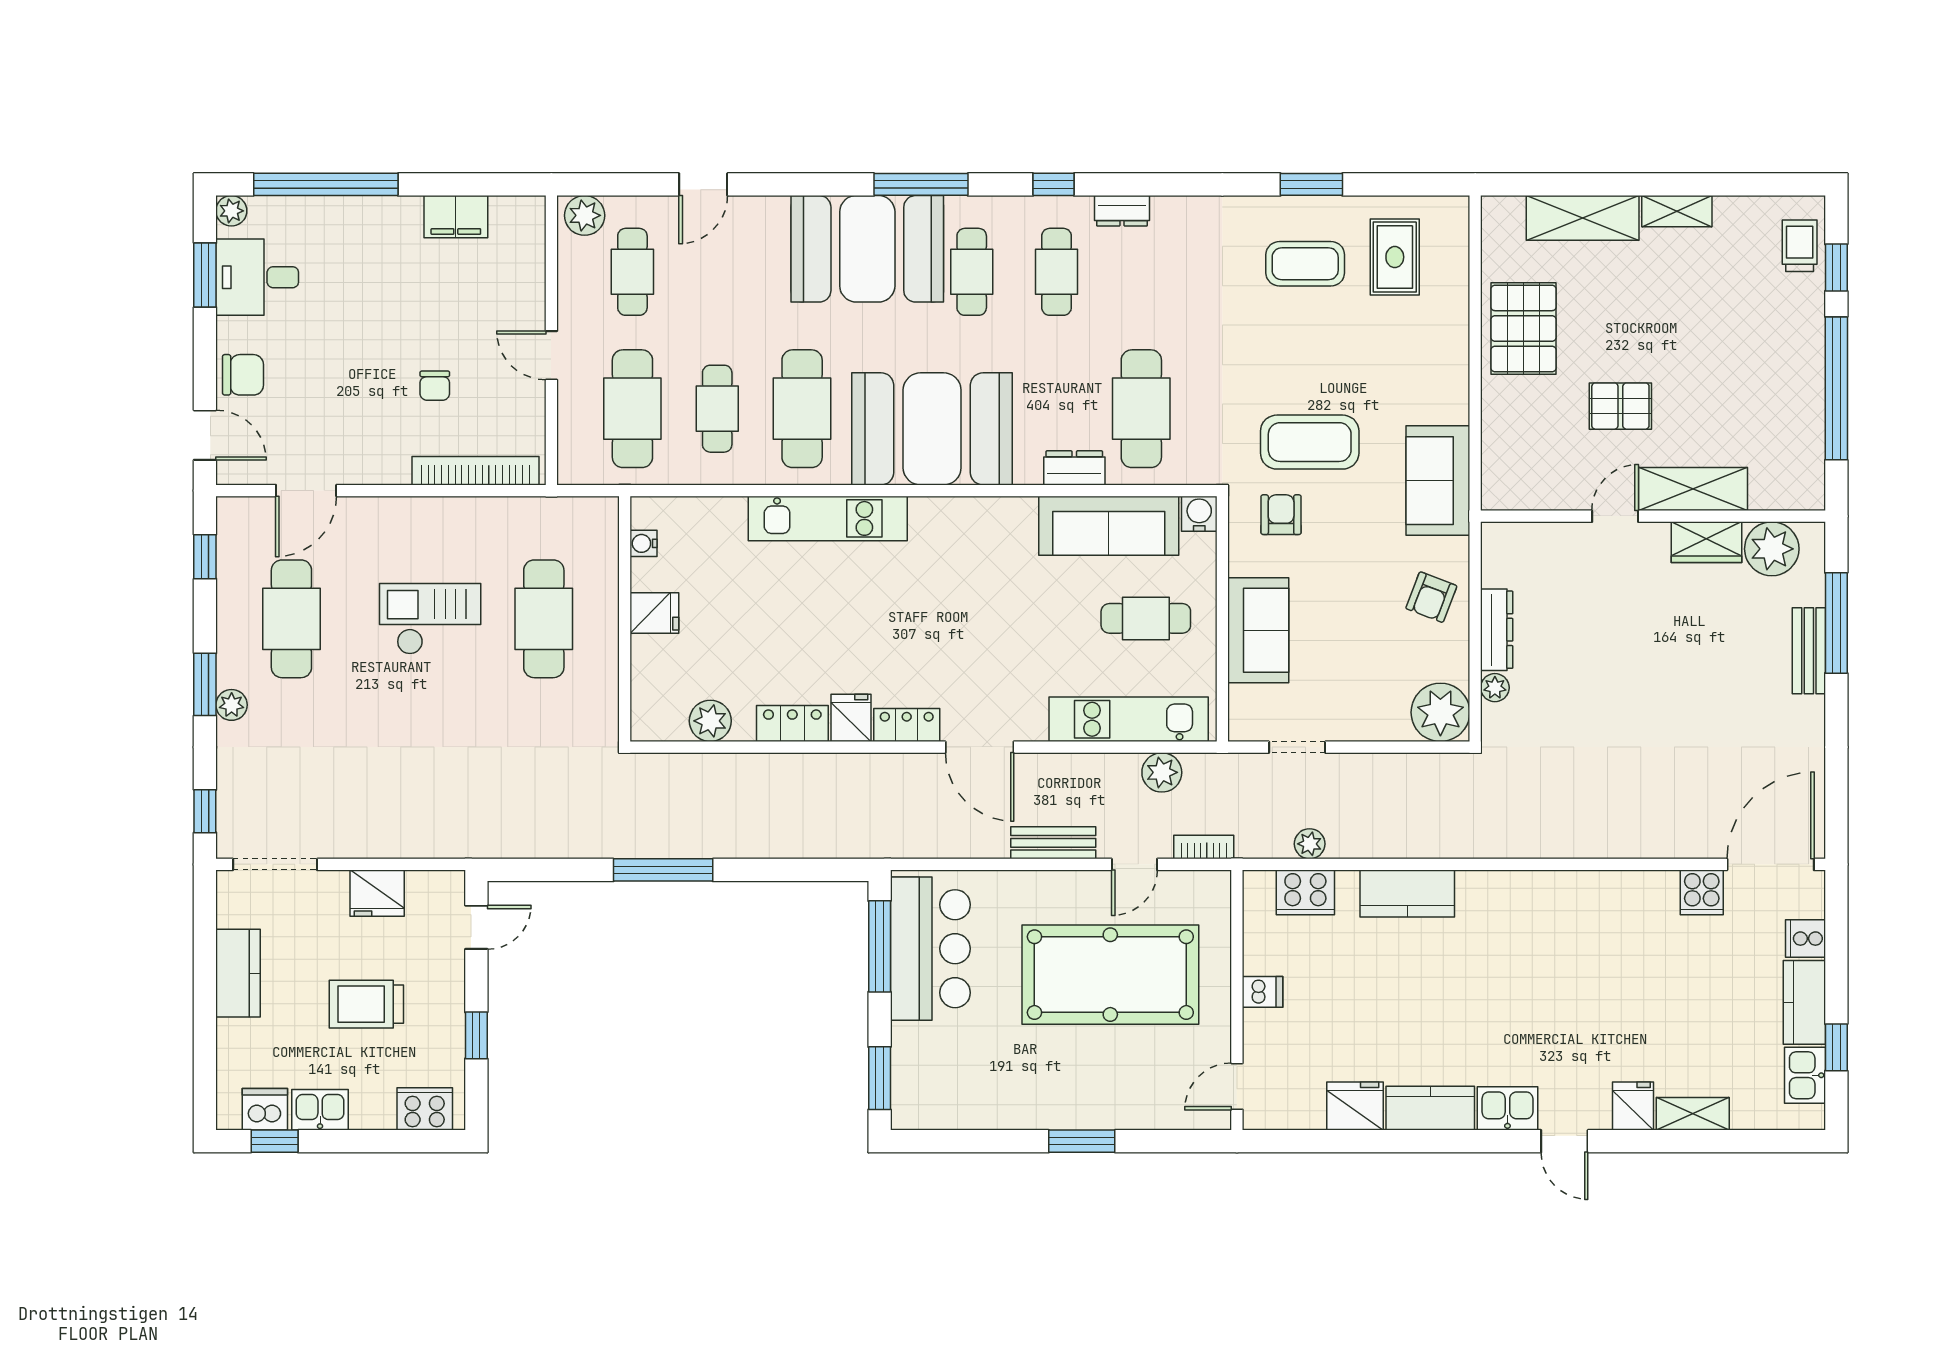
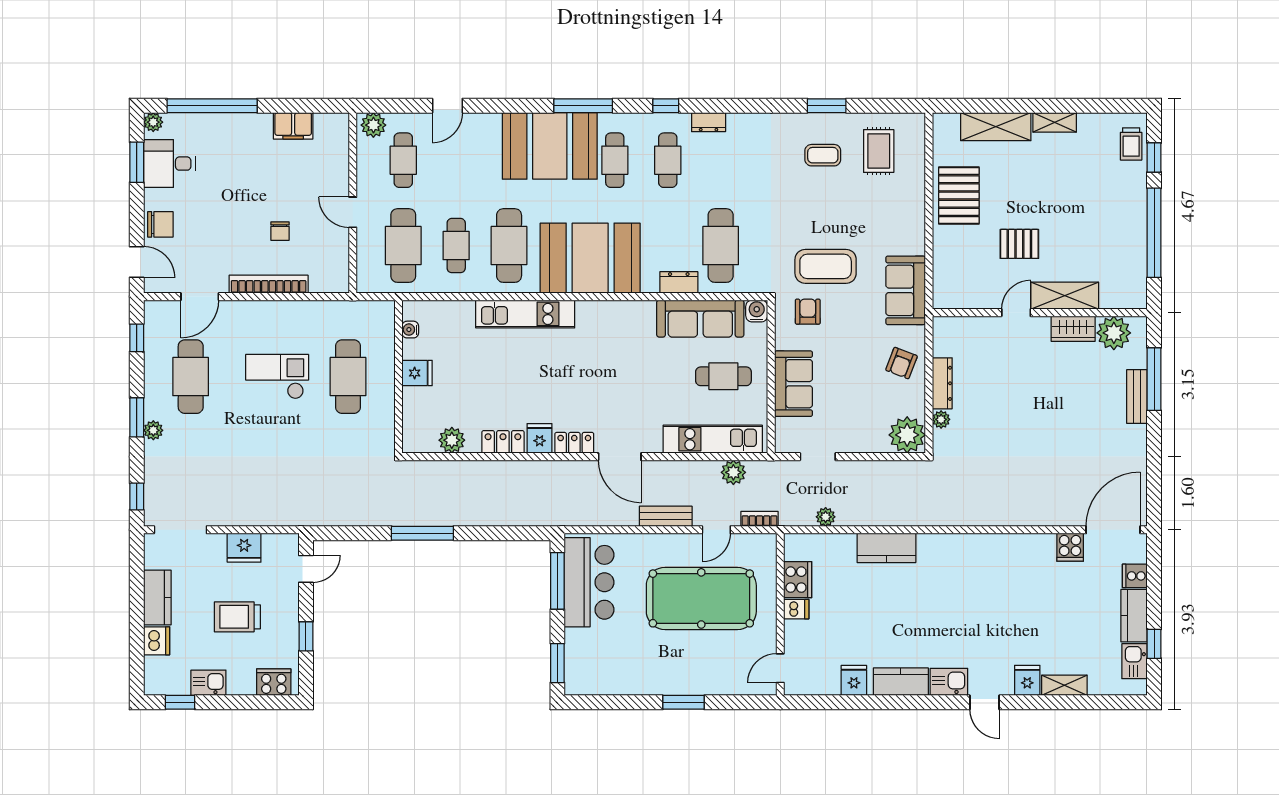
trolley: (1800, 246) -> (1131, 144), turned 180
coffee table: (1305, 264) -> (823, 155), width x0.73, depth x0.77
bookcase: (475, 471) -> (269, 284), moved
cooker: (1305, 892) -> (798, 580), moved, turned -90
fridge: (1355, 1106) -> (854, 680), width x0.72
dishwasher: (265, 1109) -> (157, 641), moved, turned 90

